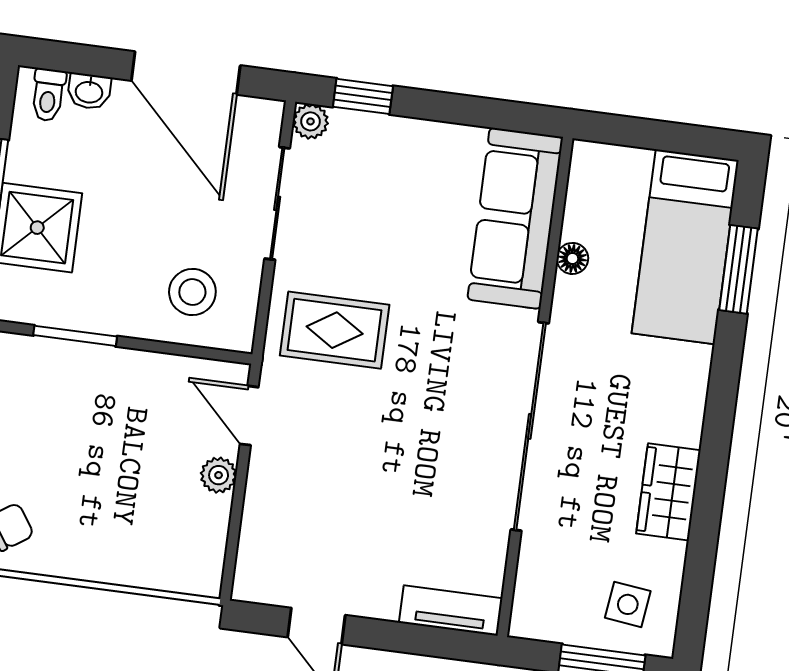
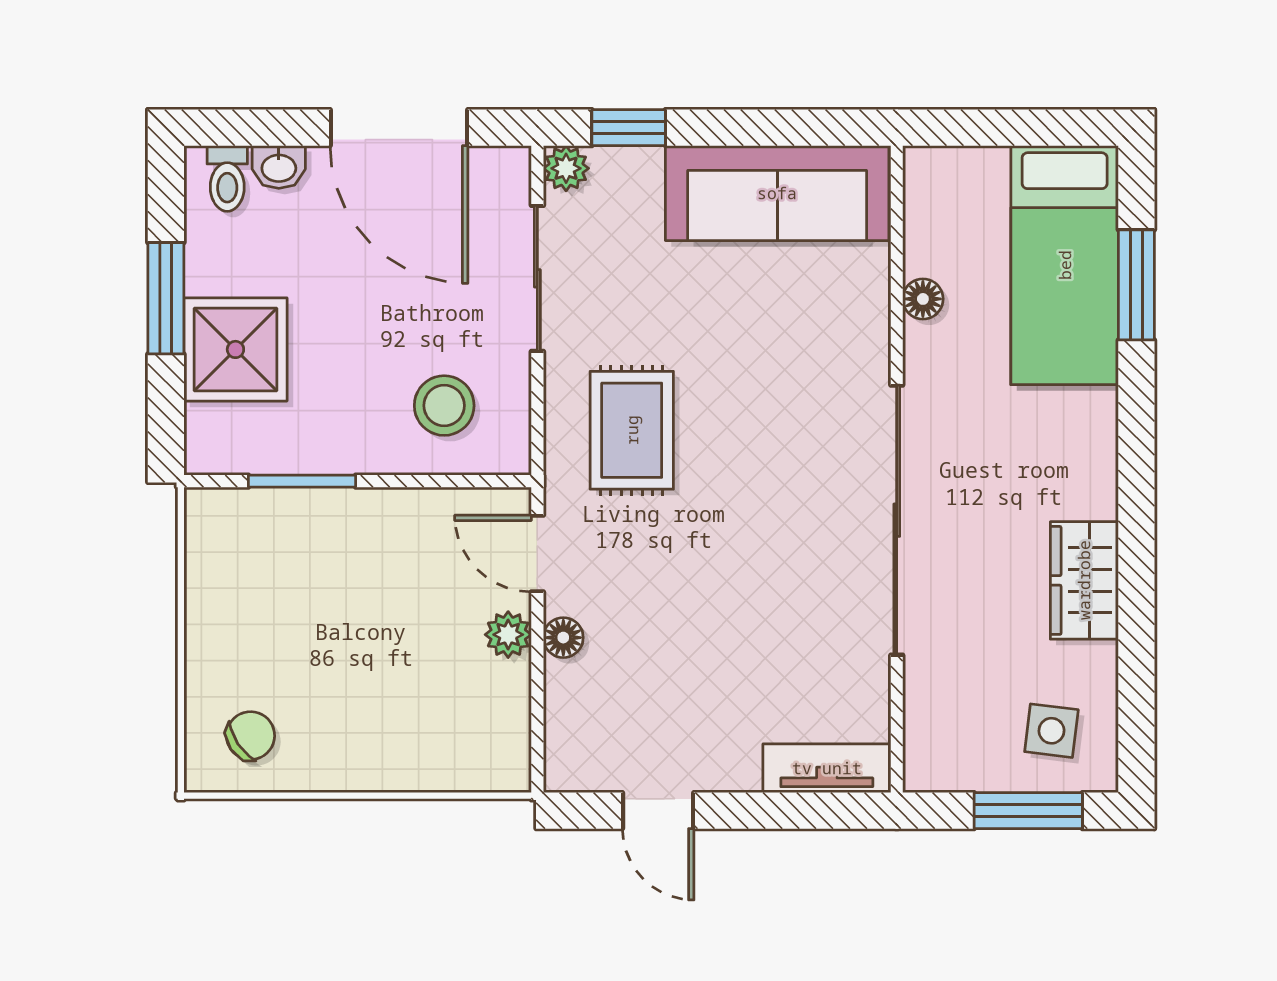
sofa: (515, 218) -> (777, 193), moved, turned -90
rug: (335, 330) -> (632, 430), turned 90
floor lamp: (261, 483) -> (563, 638), added

